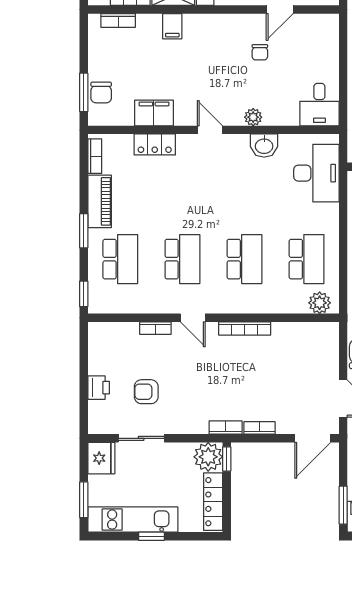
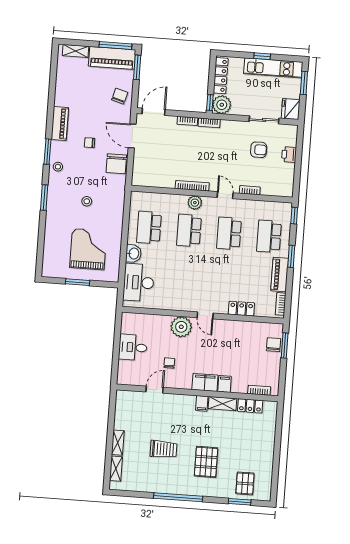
desk: (319, 105) -> (133, 347), moved, turned -90
filing cabinet: (154, 113) -> (205, 382), moved, turned 180
plant: (253, 117) -> (181, 327), width x1.87, depth x1.87
washbasin: (264, 146) -> (134, 254), moved, turned 90
plant: (320, 303) -> (195, 203), moved

